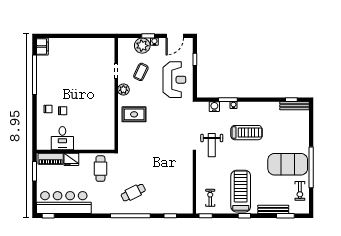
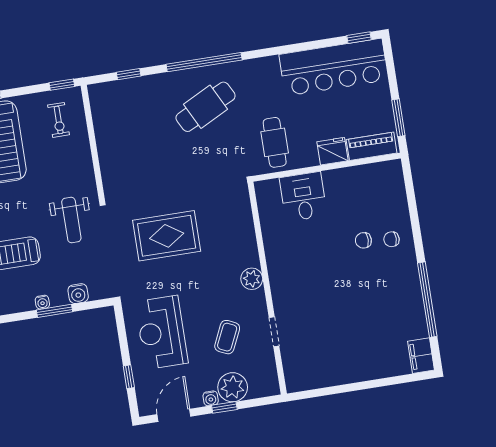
plant: (123, 90) -> (252, 279), moved
rug: (134, 114) -> (167, 236), moved, width x1.36, depth x1.43
desk: (62, 138) -> (303, 197), moved
weight bench: (212, 145) -> (71, 220), turned 180
cafe table: (133, 193) -> (206, 107), width x1.37, depth x1.35

